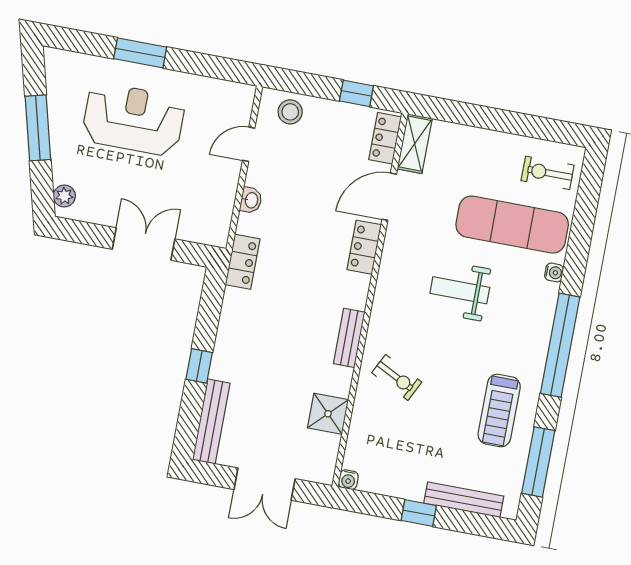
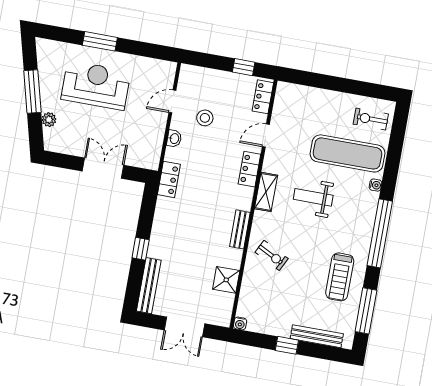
stool: (290, 112) -> (205, 118), moved
shelving: (415, 144) -> (266, 192), moved
plant: (64, 196) -> (49, 120), moved
door: (389, 197) -> (266, 136), width x0.73

